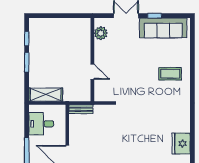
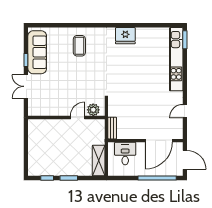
plant: (101, 33) -> (93, 110), moved
desk: (41, 124) -> (125, 154), moved, turned 180
fridge: (181, 144) -> (125, 36), moved

